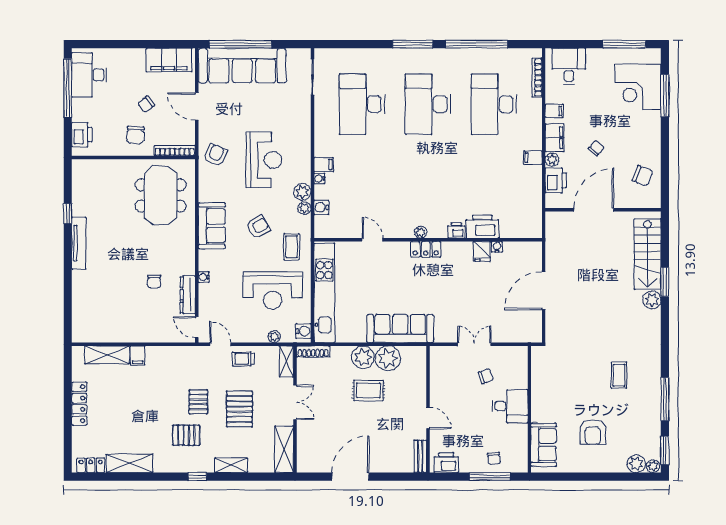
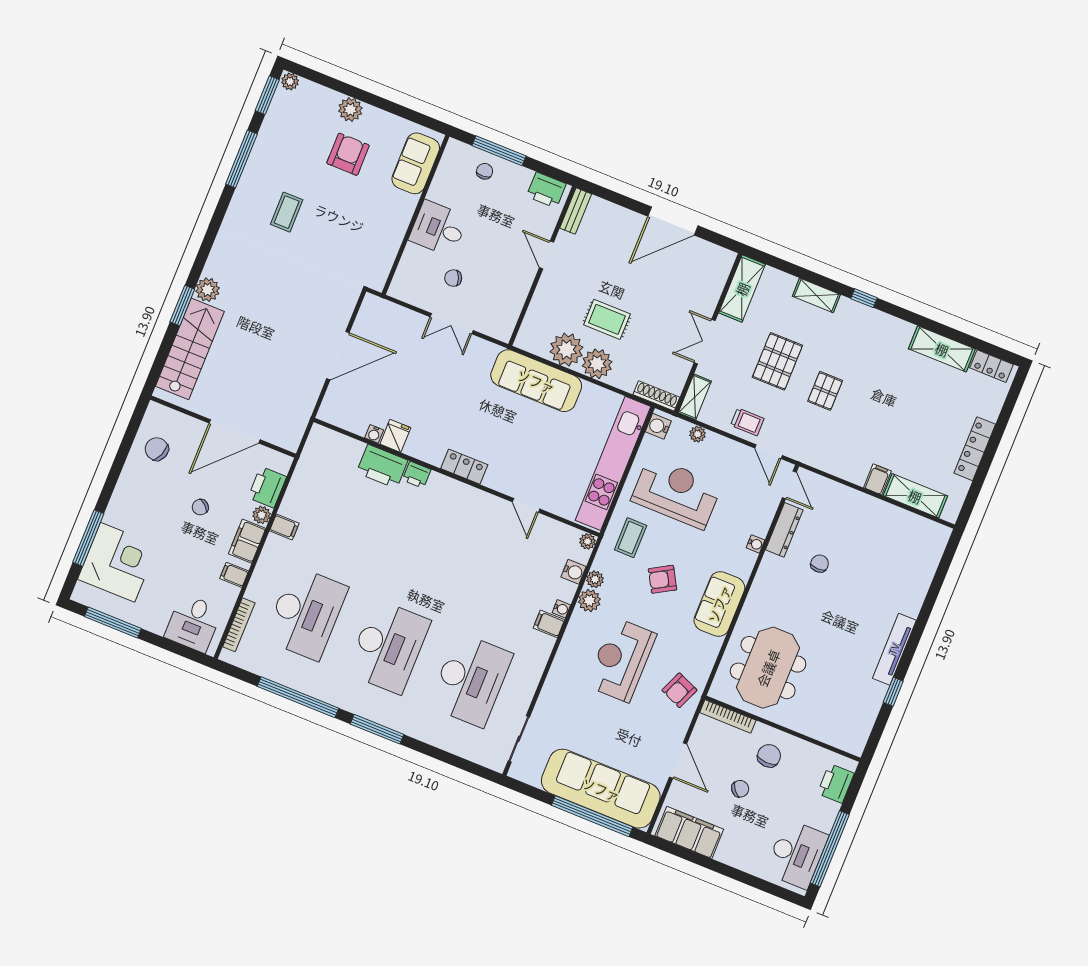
plant: (421, 232) -> (588, 541), moved
pallet: (186, 435) -> (857, 355), removed
plant: (636, 464) -> (350, 110), moved

